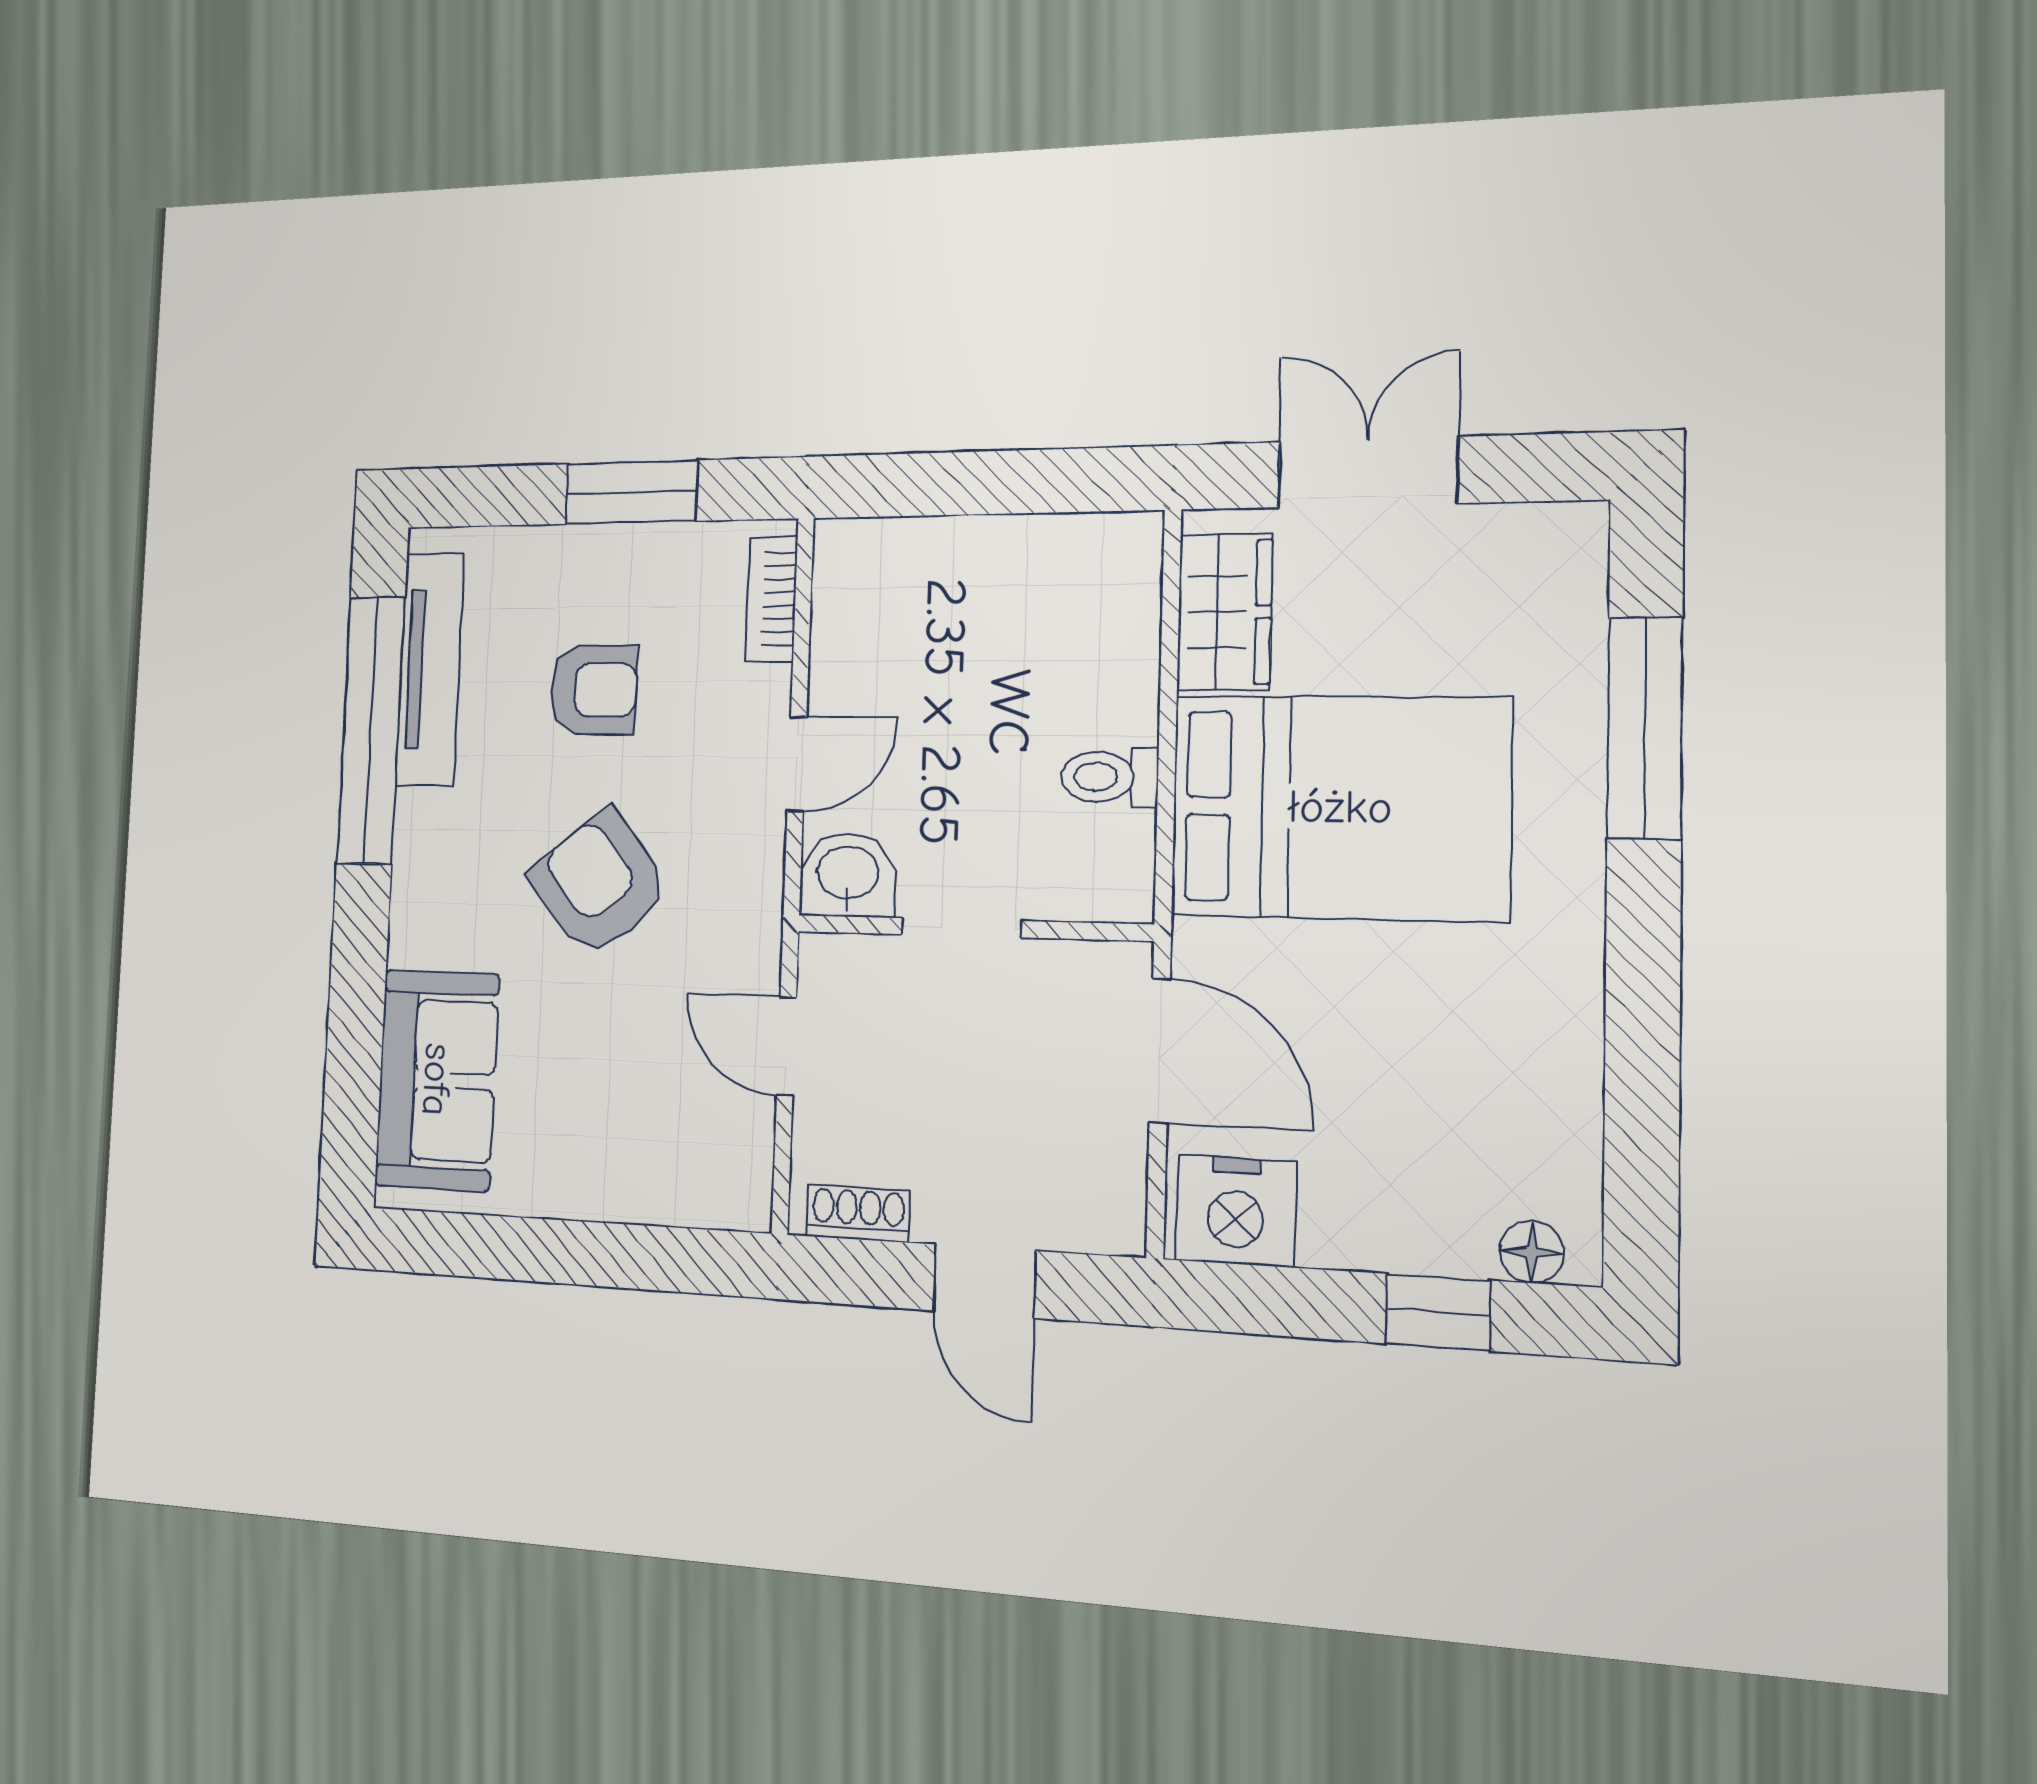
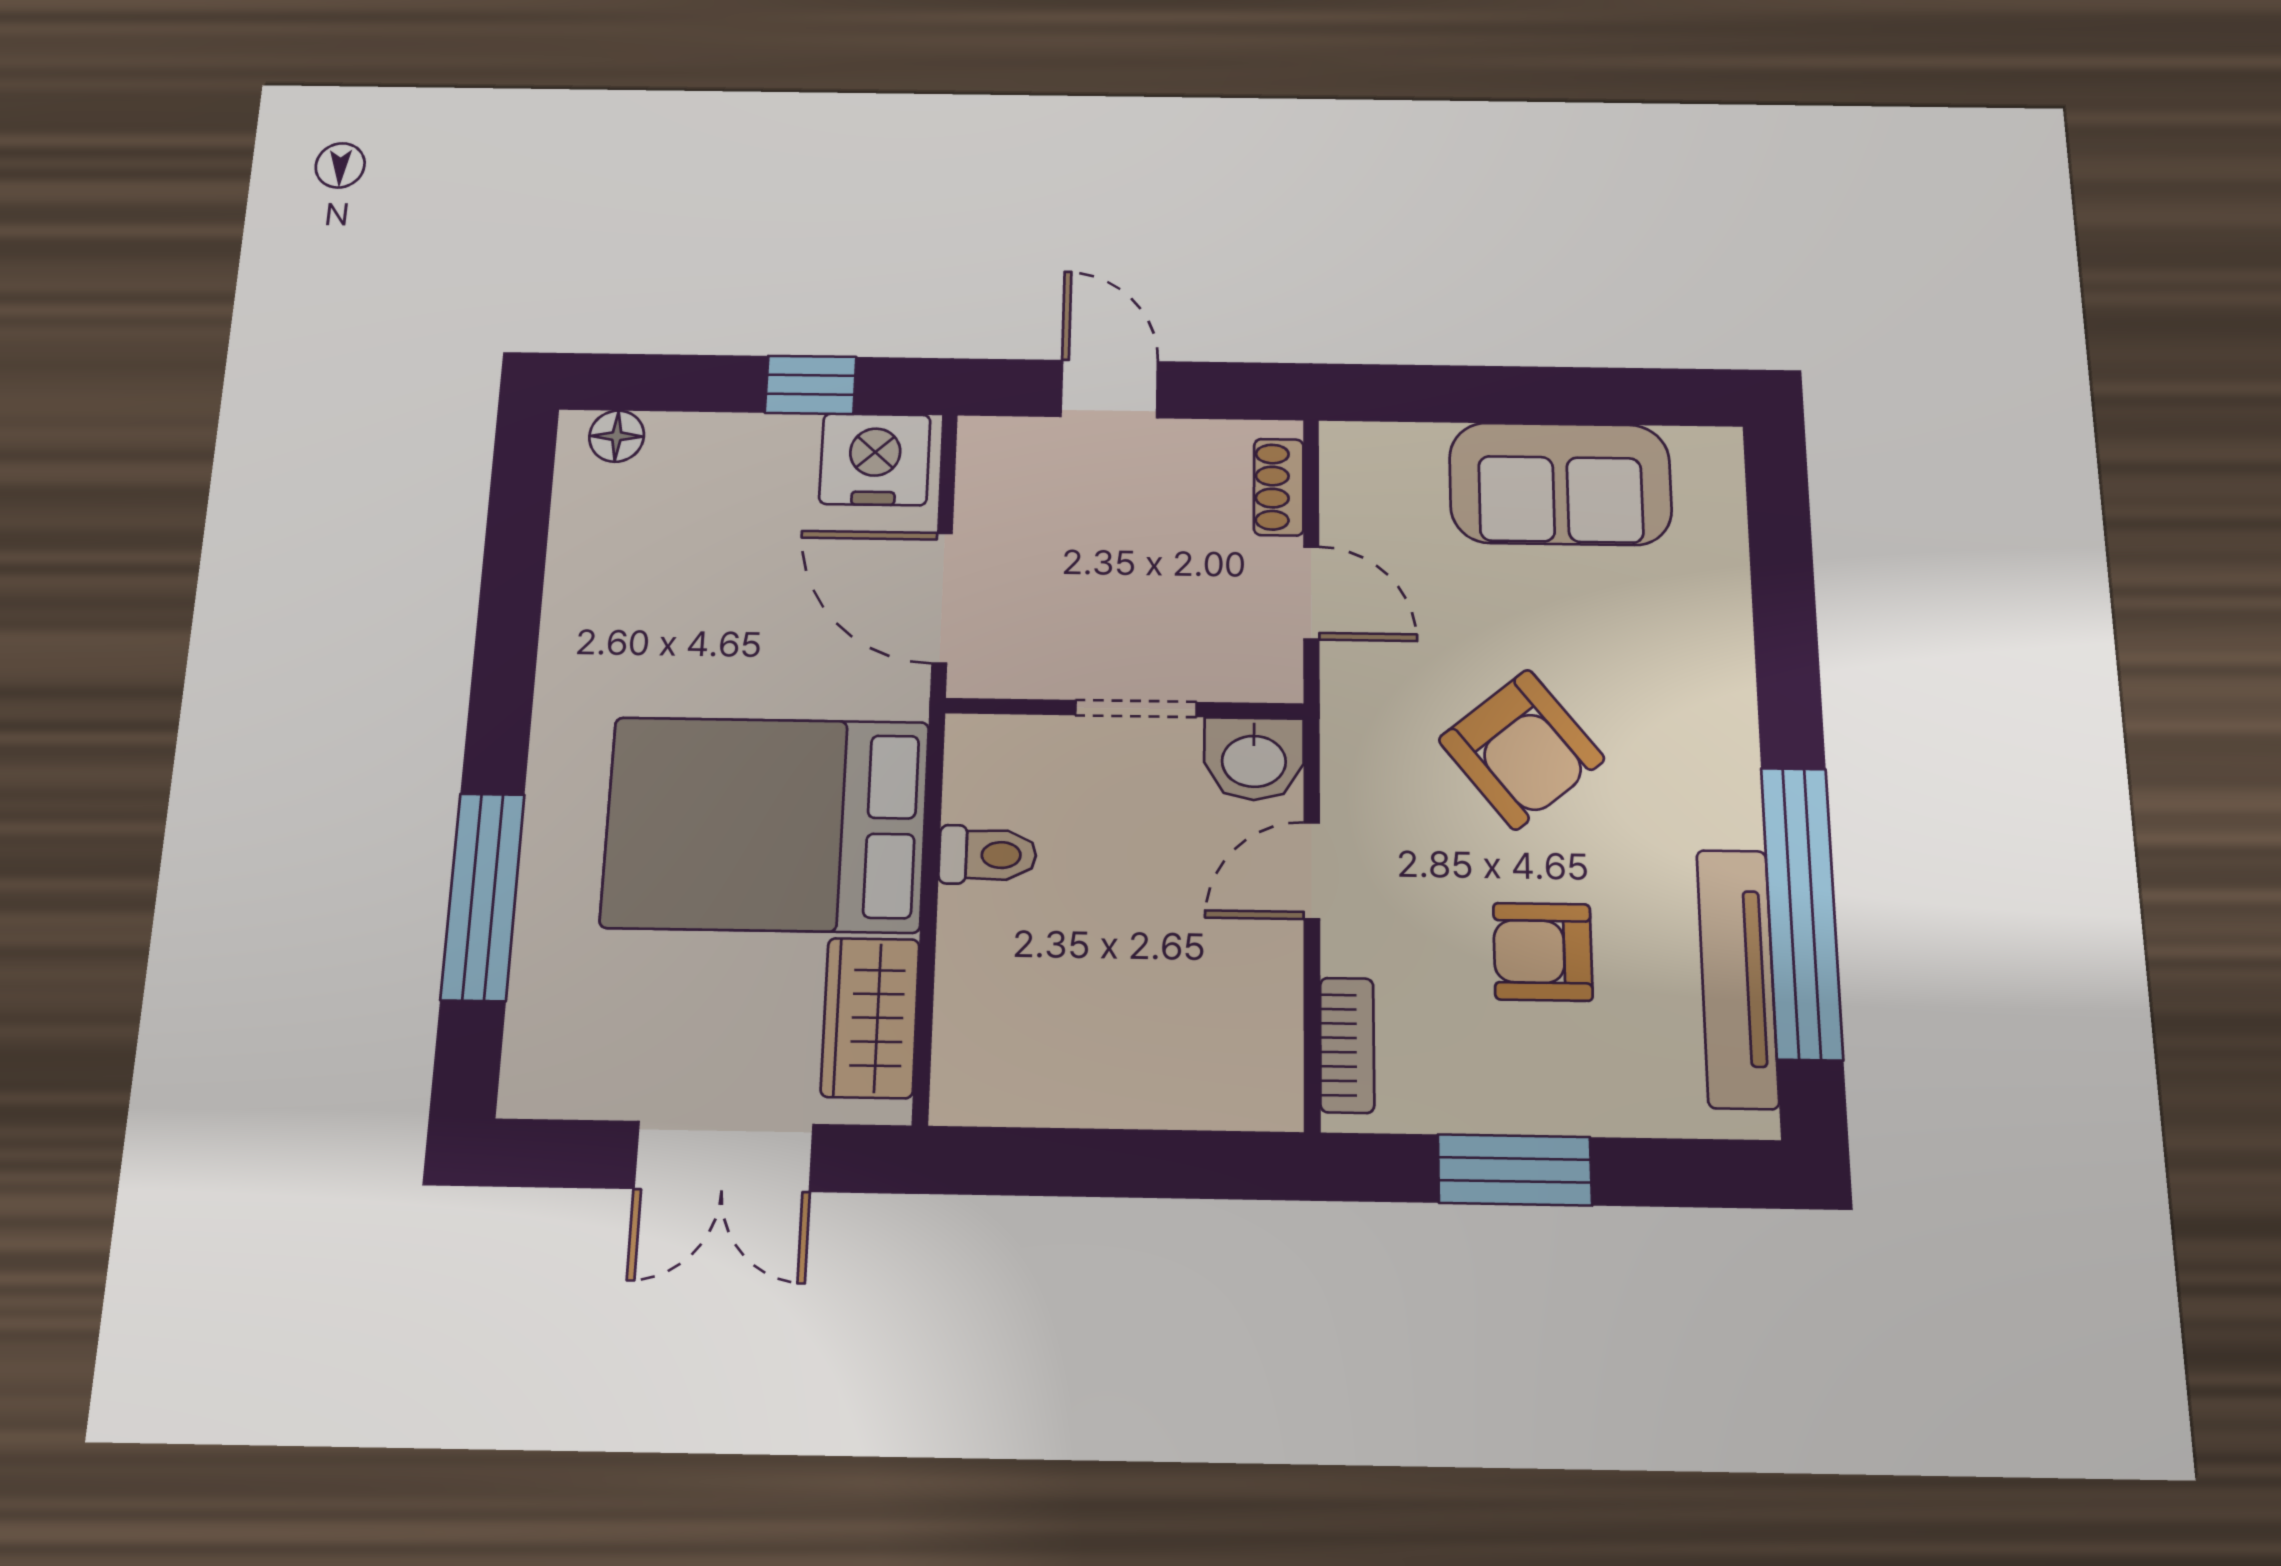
sofa: (437, 1080) -> (1560, 484), moved, turned -90
shoe rack: (858, 1214) -> (1279, 487), moved, turned 90
window: (1438, 1312) -> (811, 385), moved

